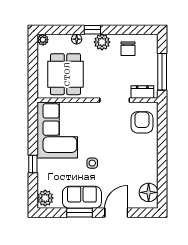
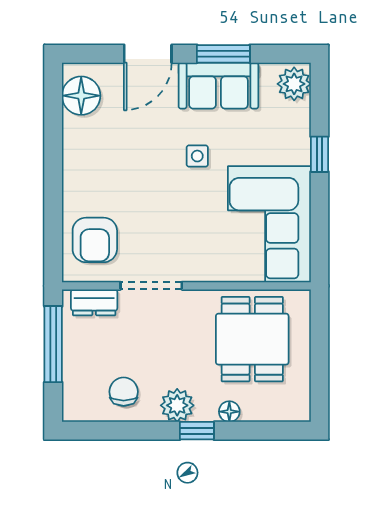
plant: (43, 40) -> (299, 410), removed

